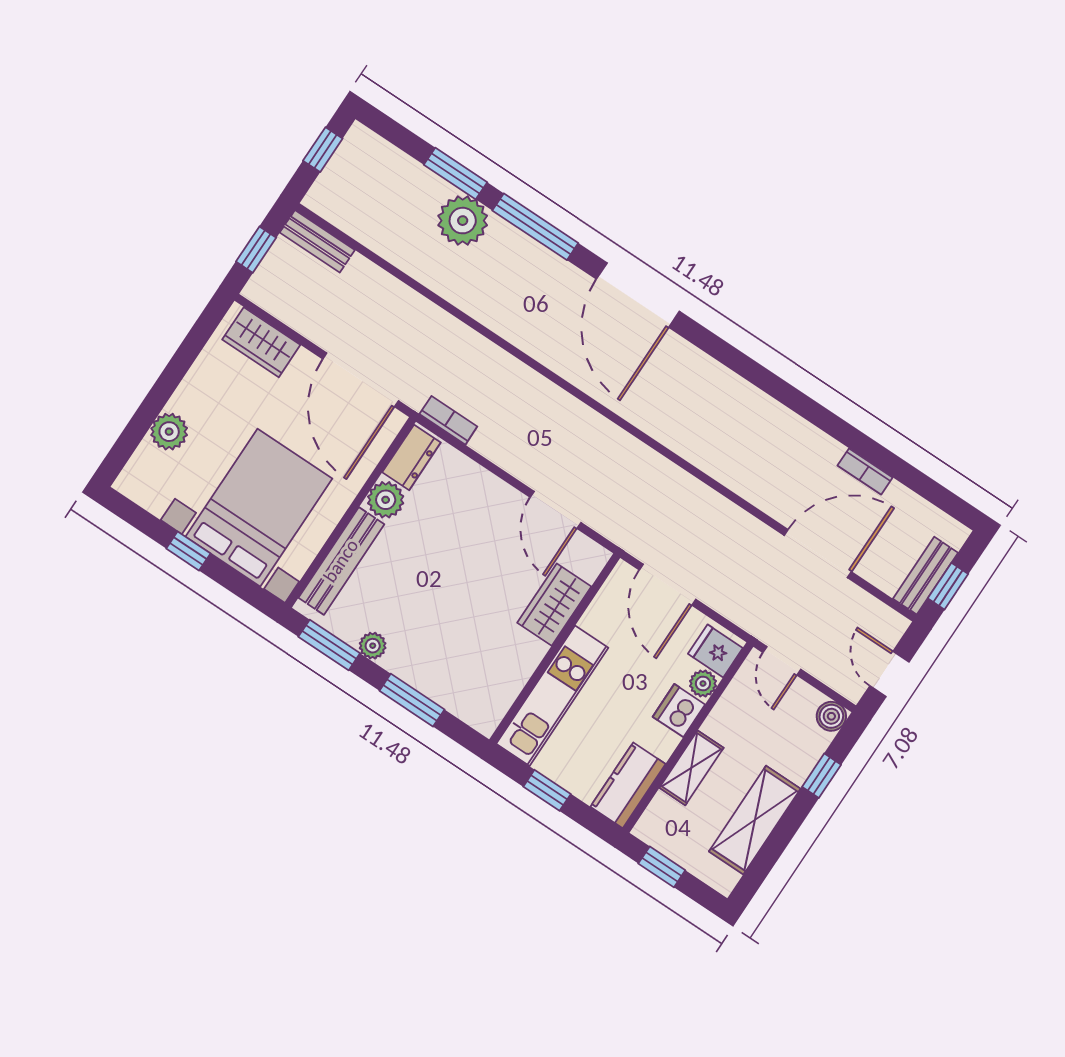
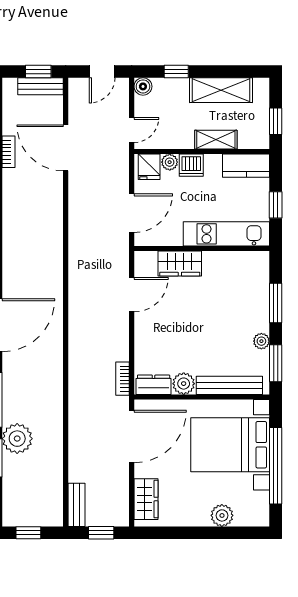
window: (188, 551) -> (276, 466), width x3.17

